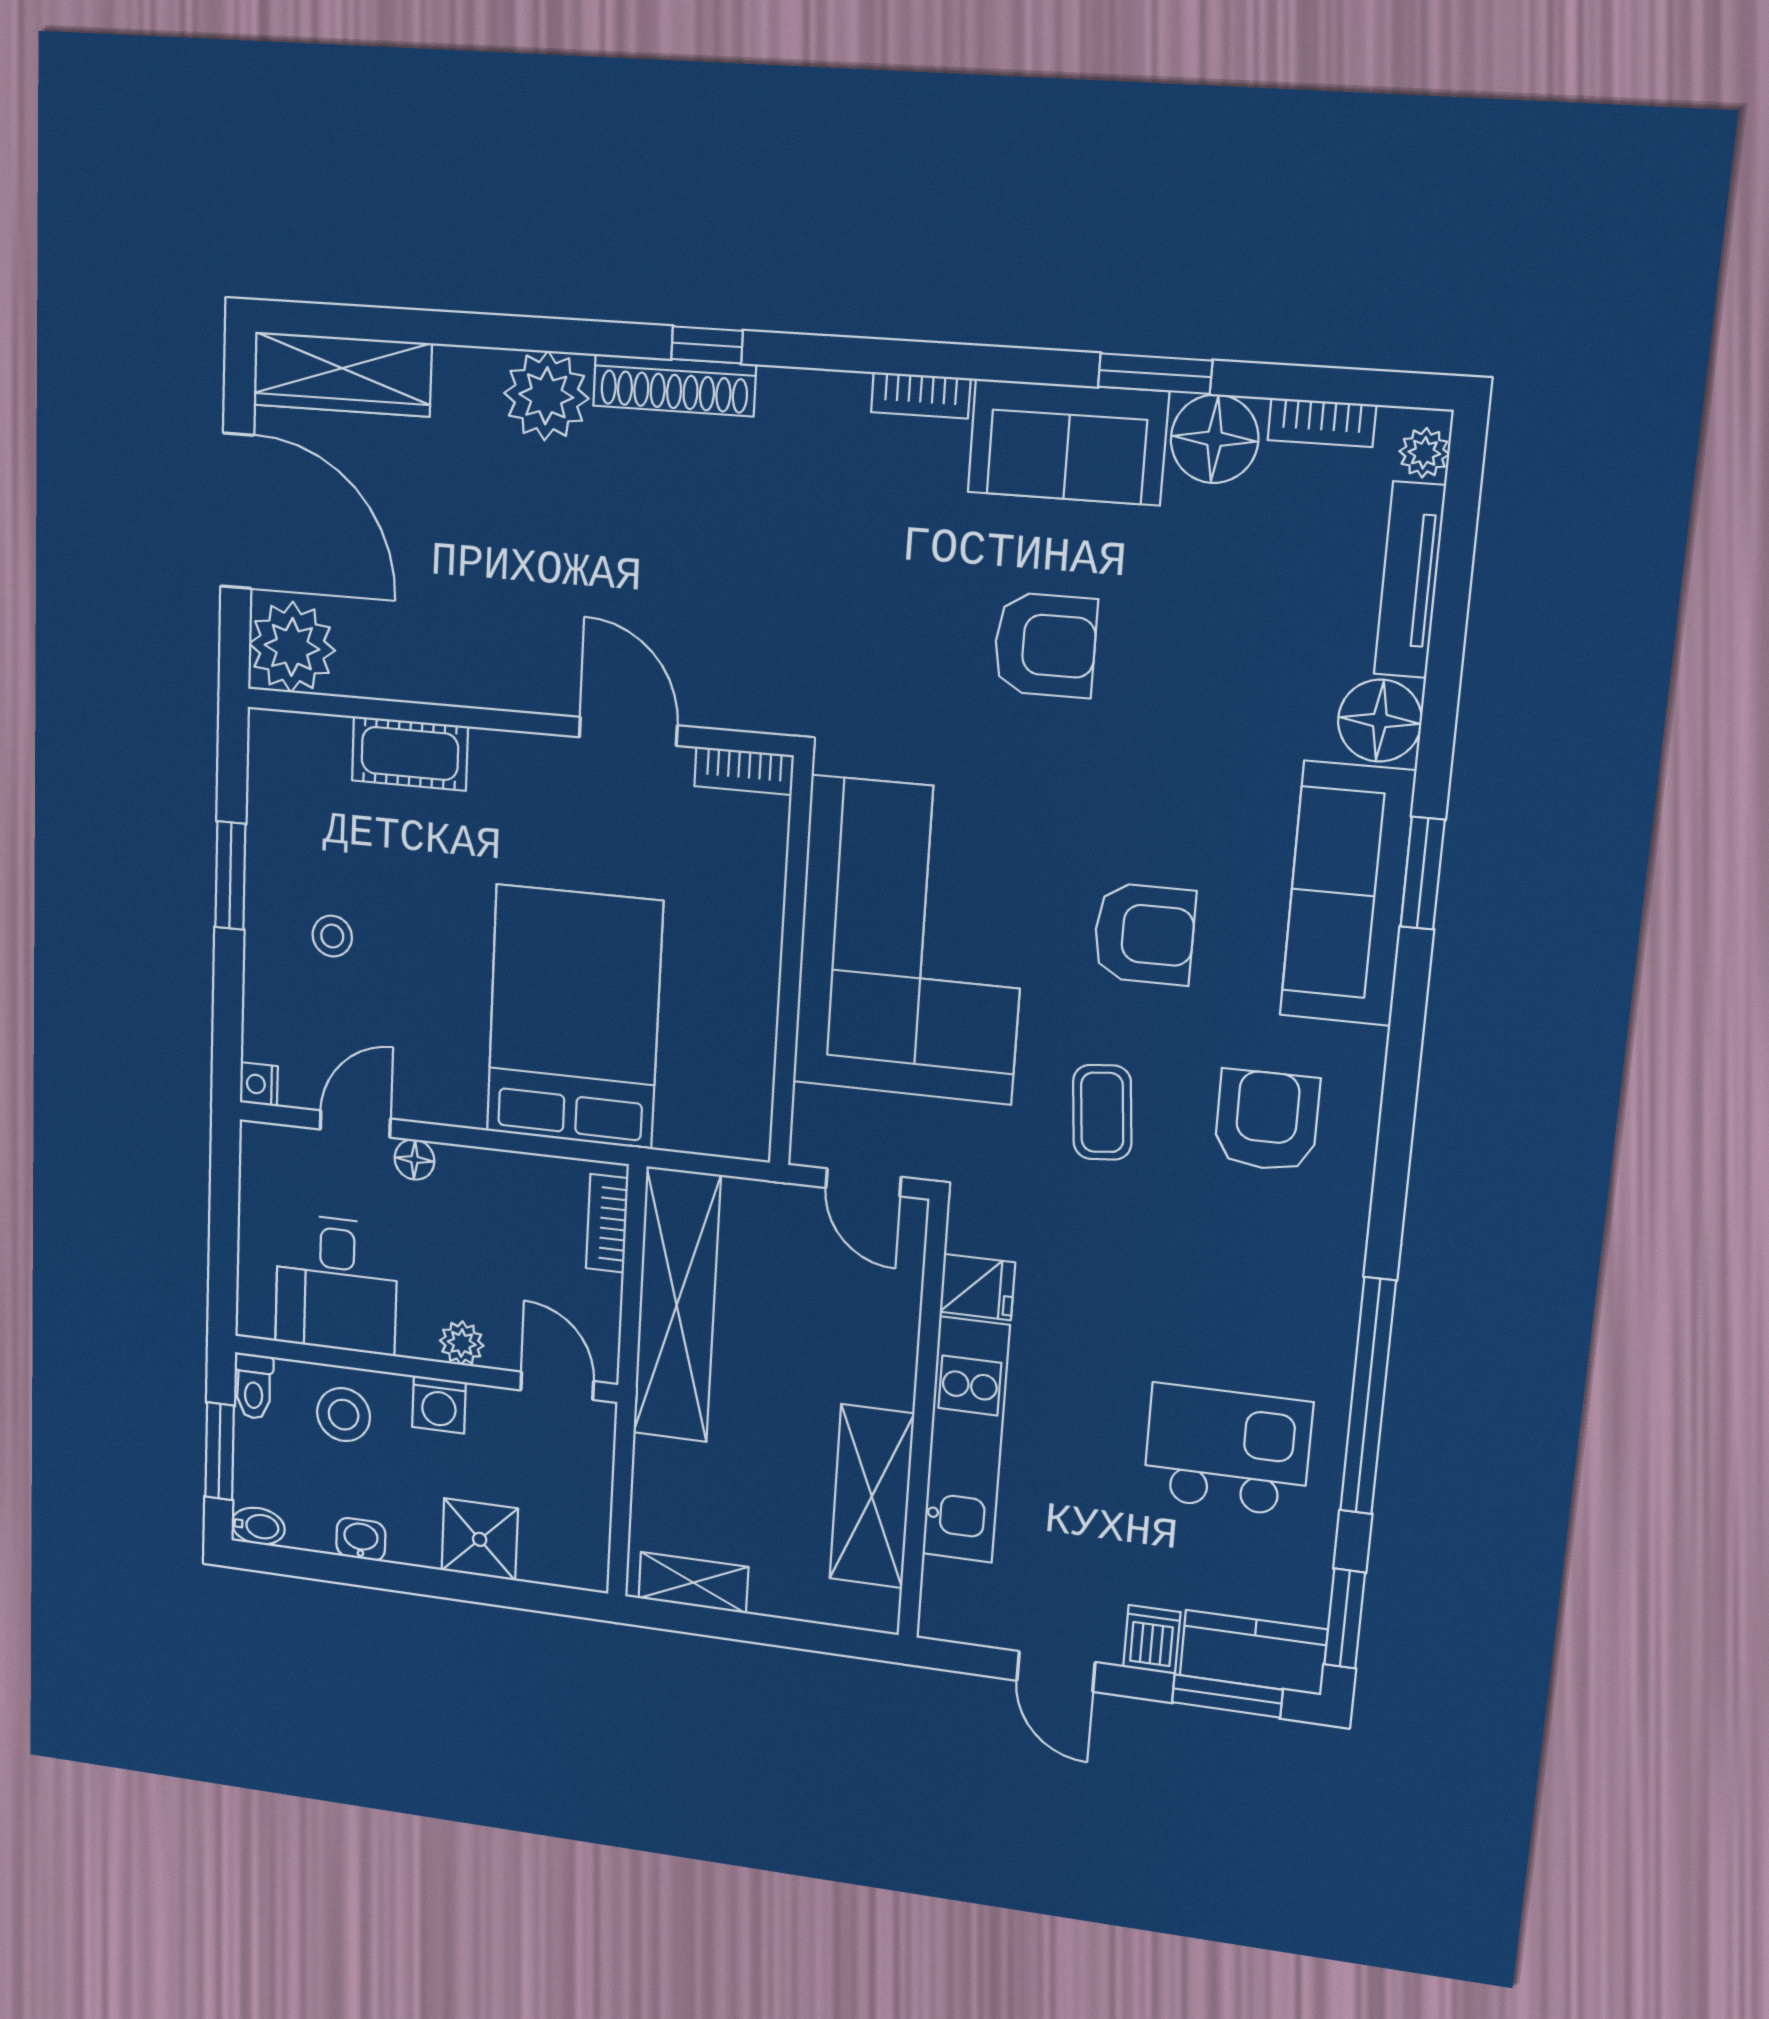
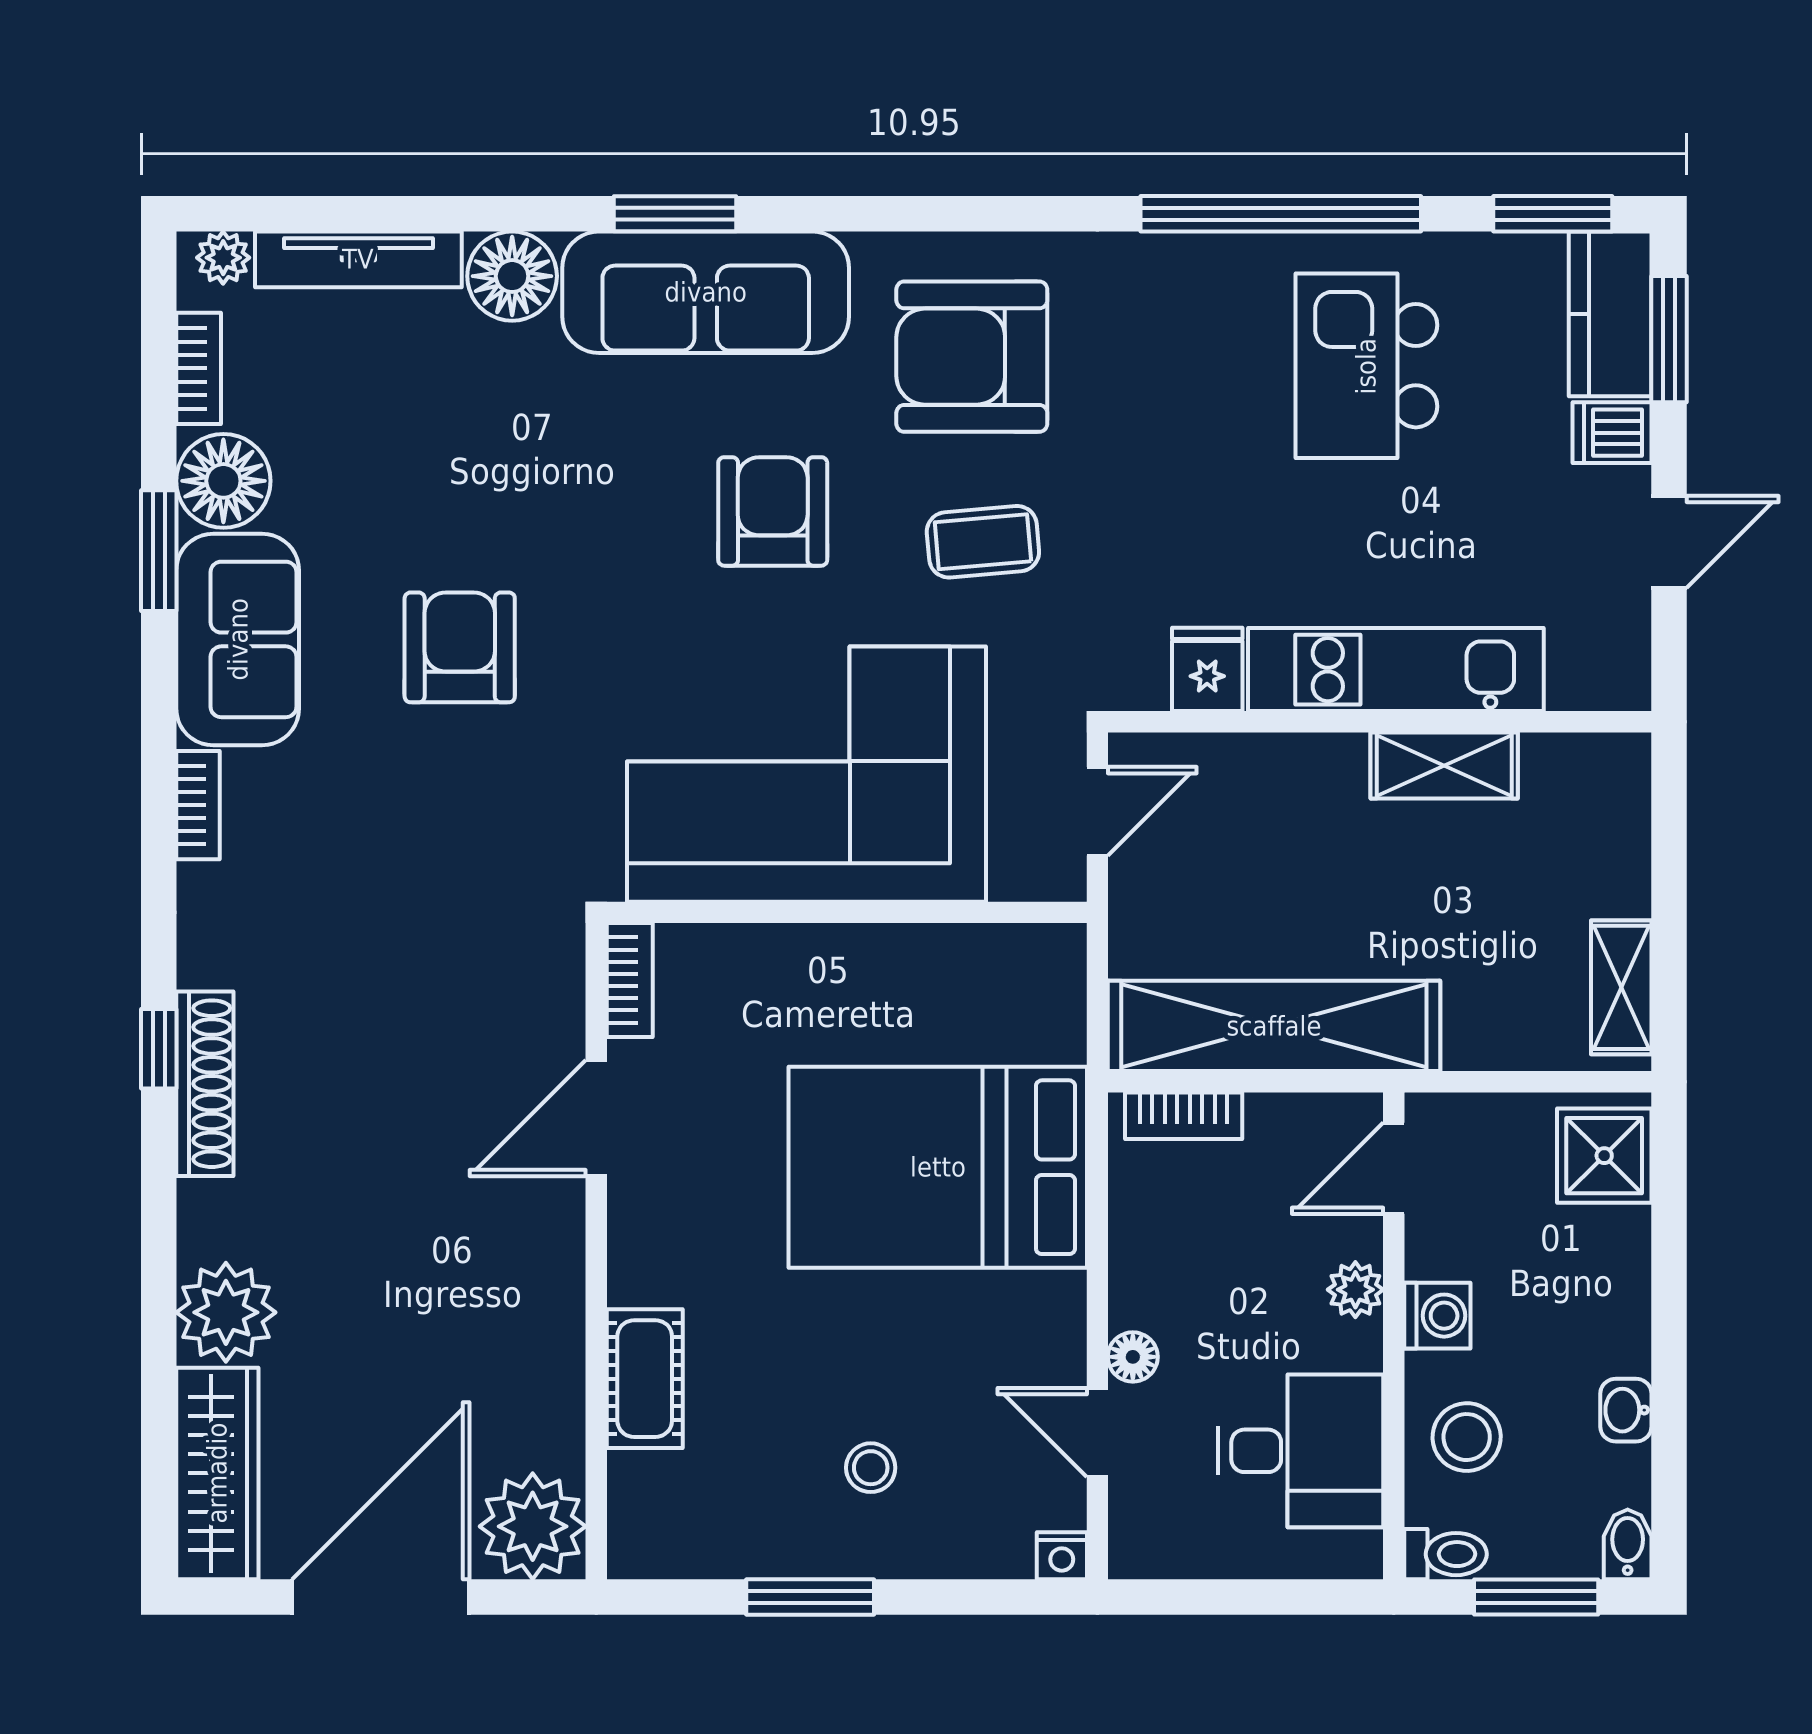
plant: (546, 396) -> (226, 1312), moved
armchair: (1267, 1121) -> (972, 357), width x1.36, depth x1.36
shelving: (872, 1496) -> (1444, 766), width x0.67, depth x0.75
shower: (480, 1539) -> (1604, 1156), moved

